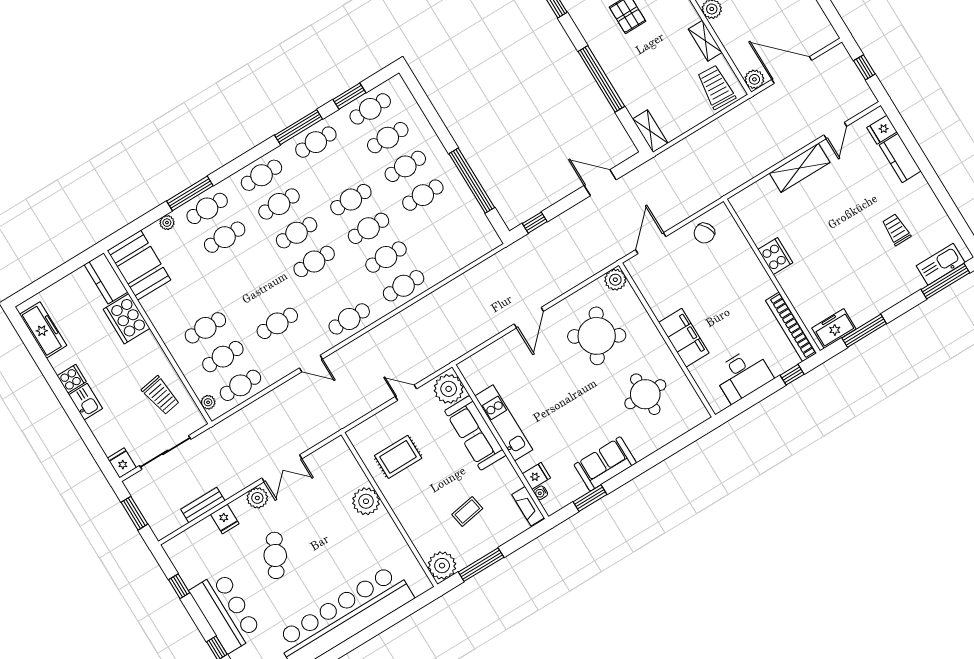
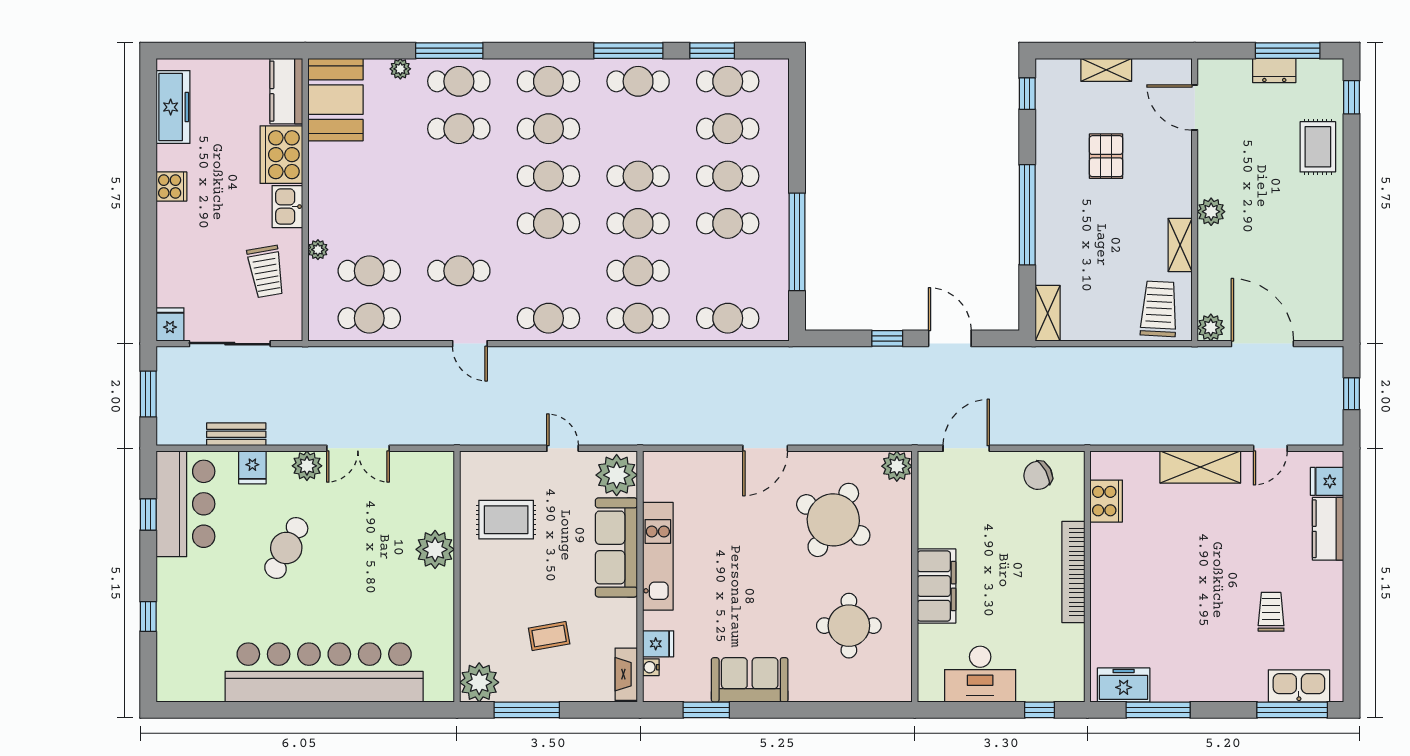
window: (535, 223) -> (887, 338), moved
cooker: (775, 256) -> (1106, 501), moved
bookcase: (791, 327) -> (1073, 572), moved
cafe table: (205, 328) -> (728, 318), moved
kitchen sink: (86, 402) -> (287, 207), moved, turned 180
plant: (208, 402) -> (318, 250), moved
bar counter: (226, 612) -> (185, 504), moved

